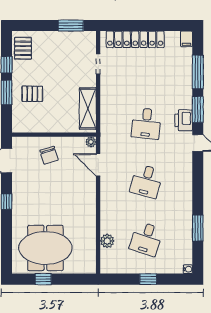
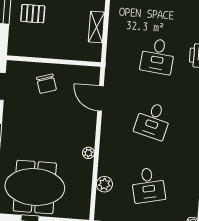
shelving: (88, 109) -> (96, 27), width x0.67, depth x0.75
plant: (91, 142) -> (88, 153), moved
desk: (146, 239) -> (148, 185), turned -30

